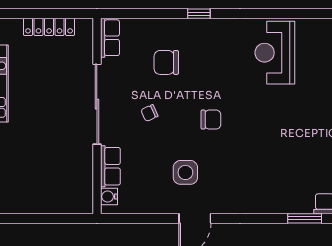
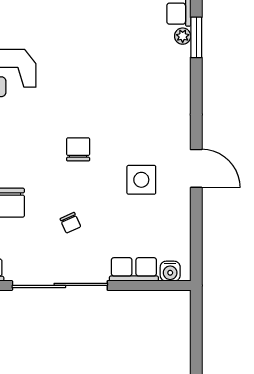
plant: (306, 207) -> (183, 36), added

